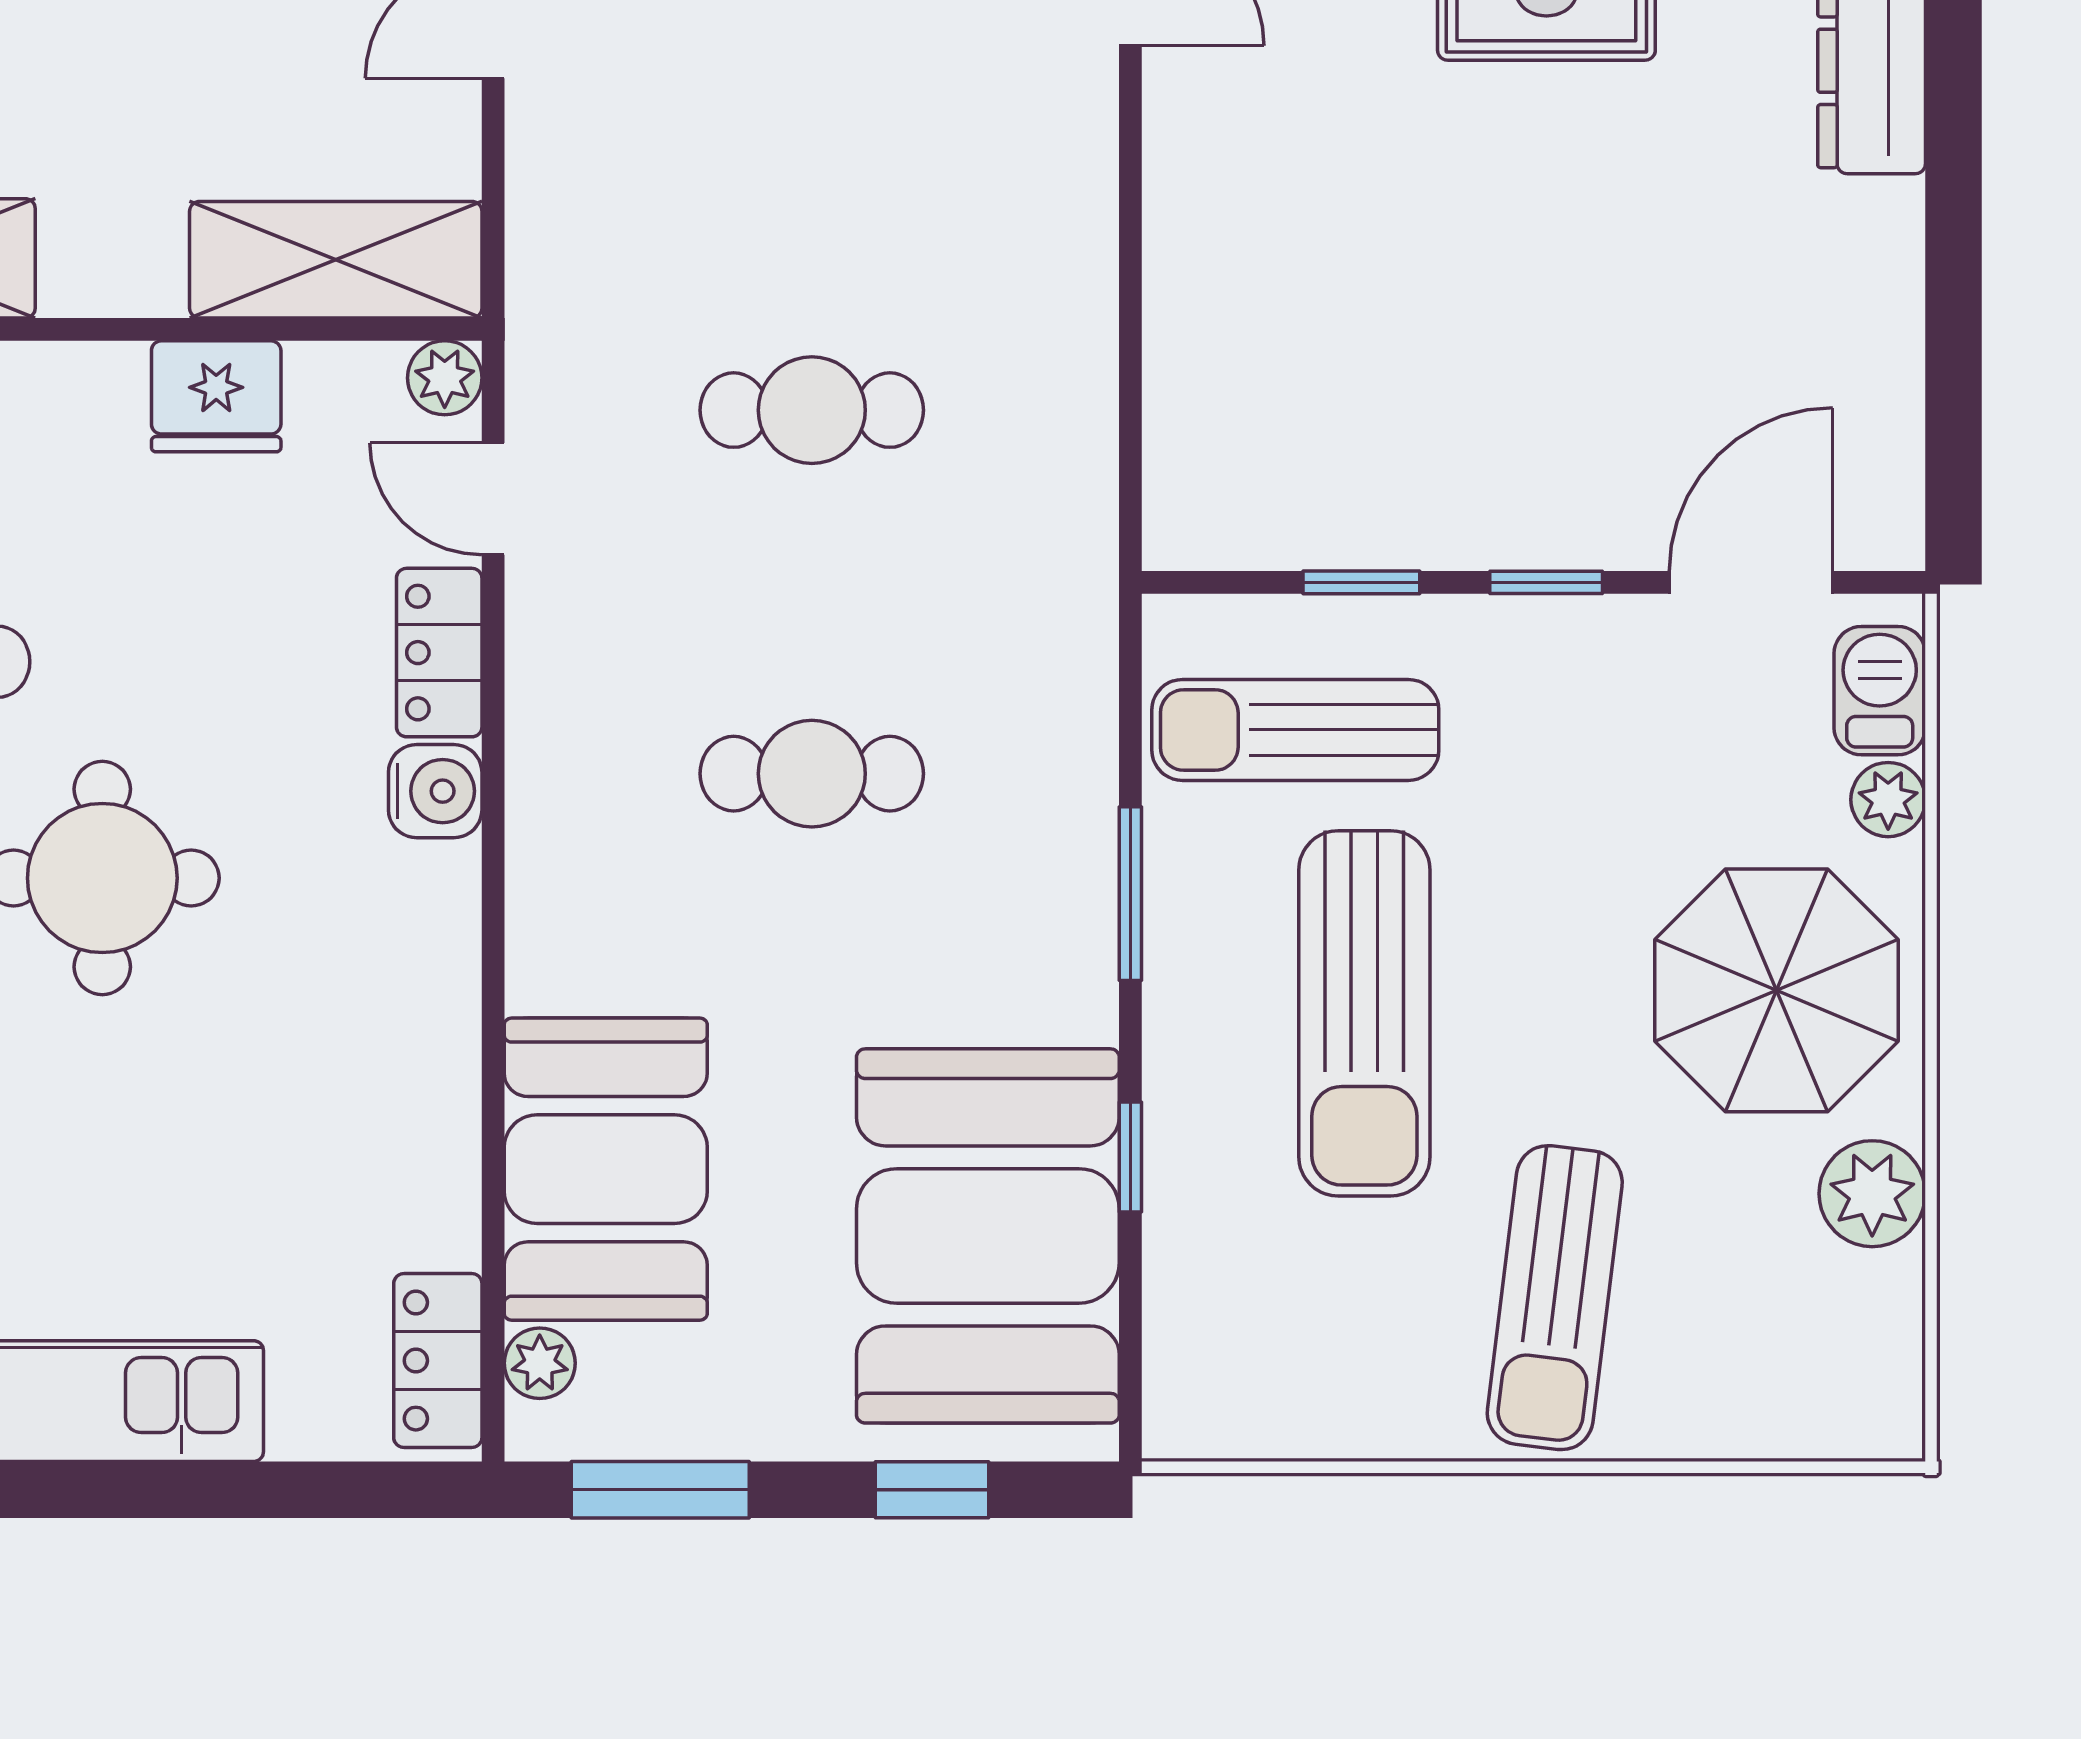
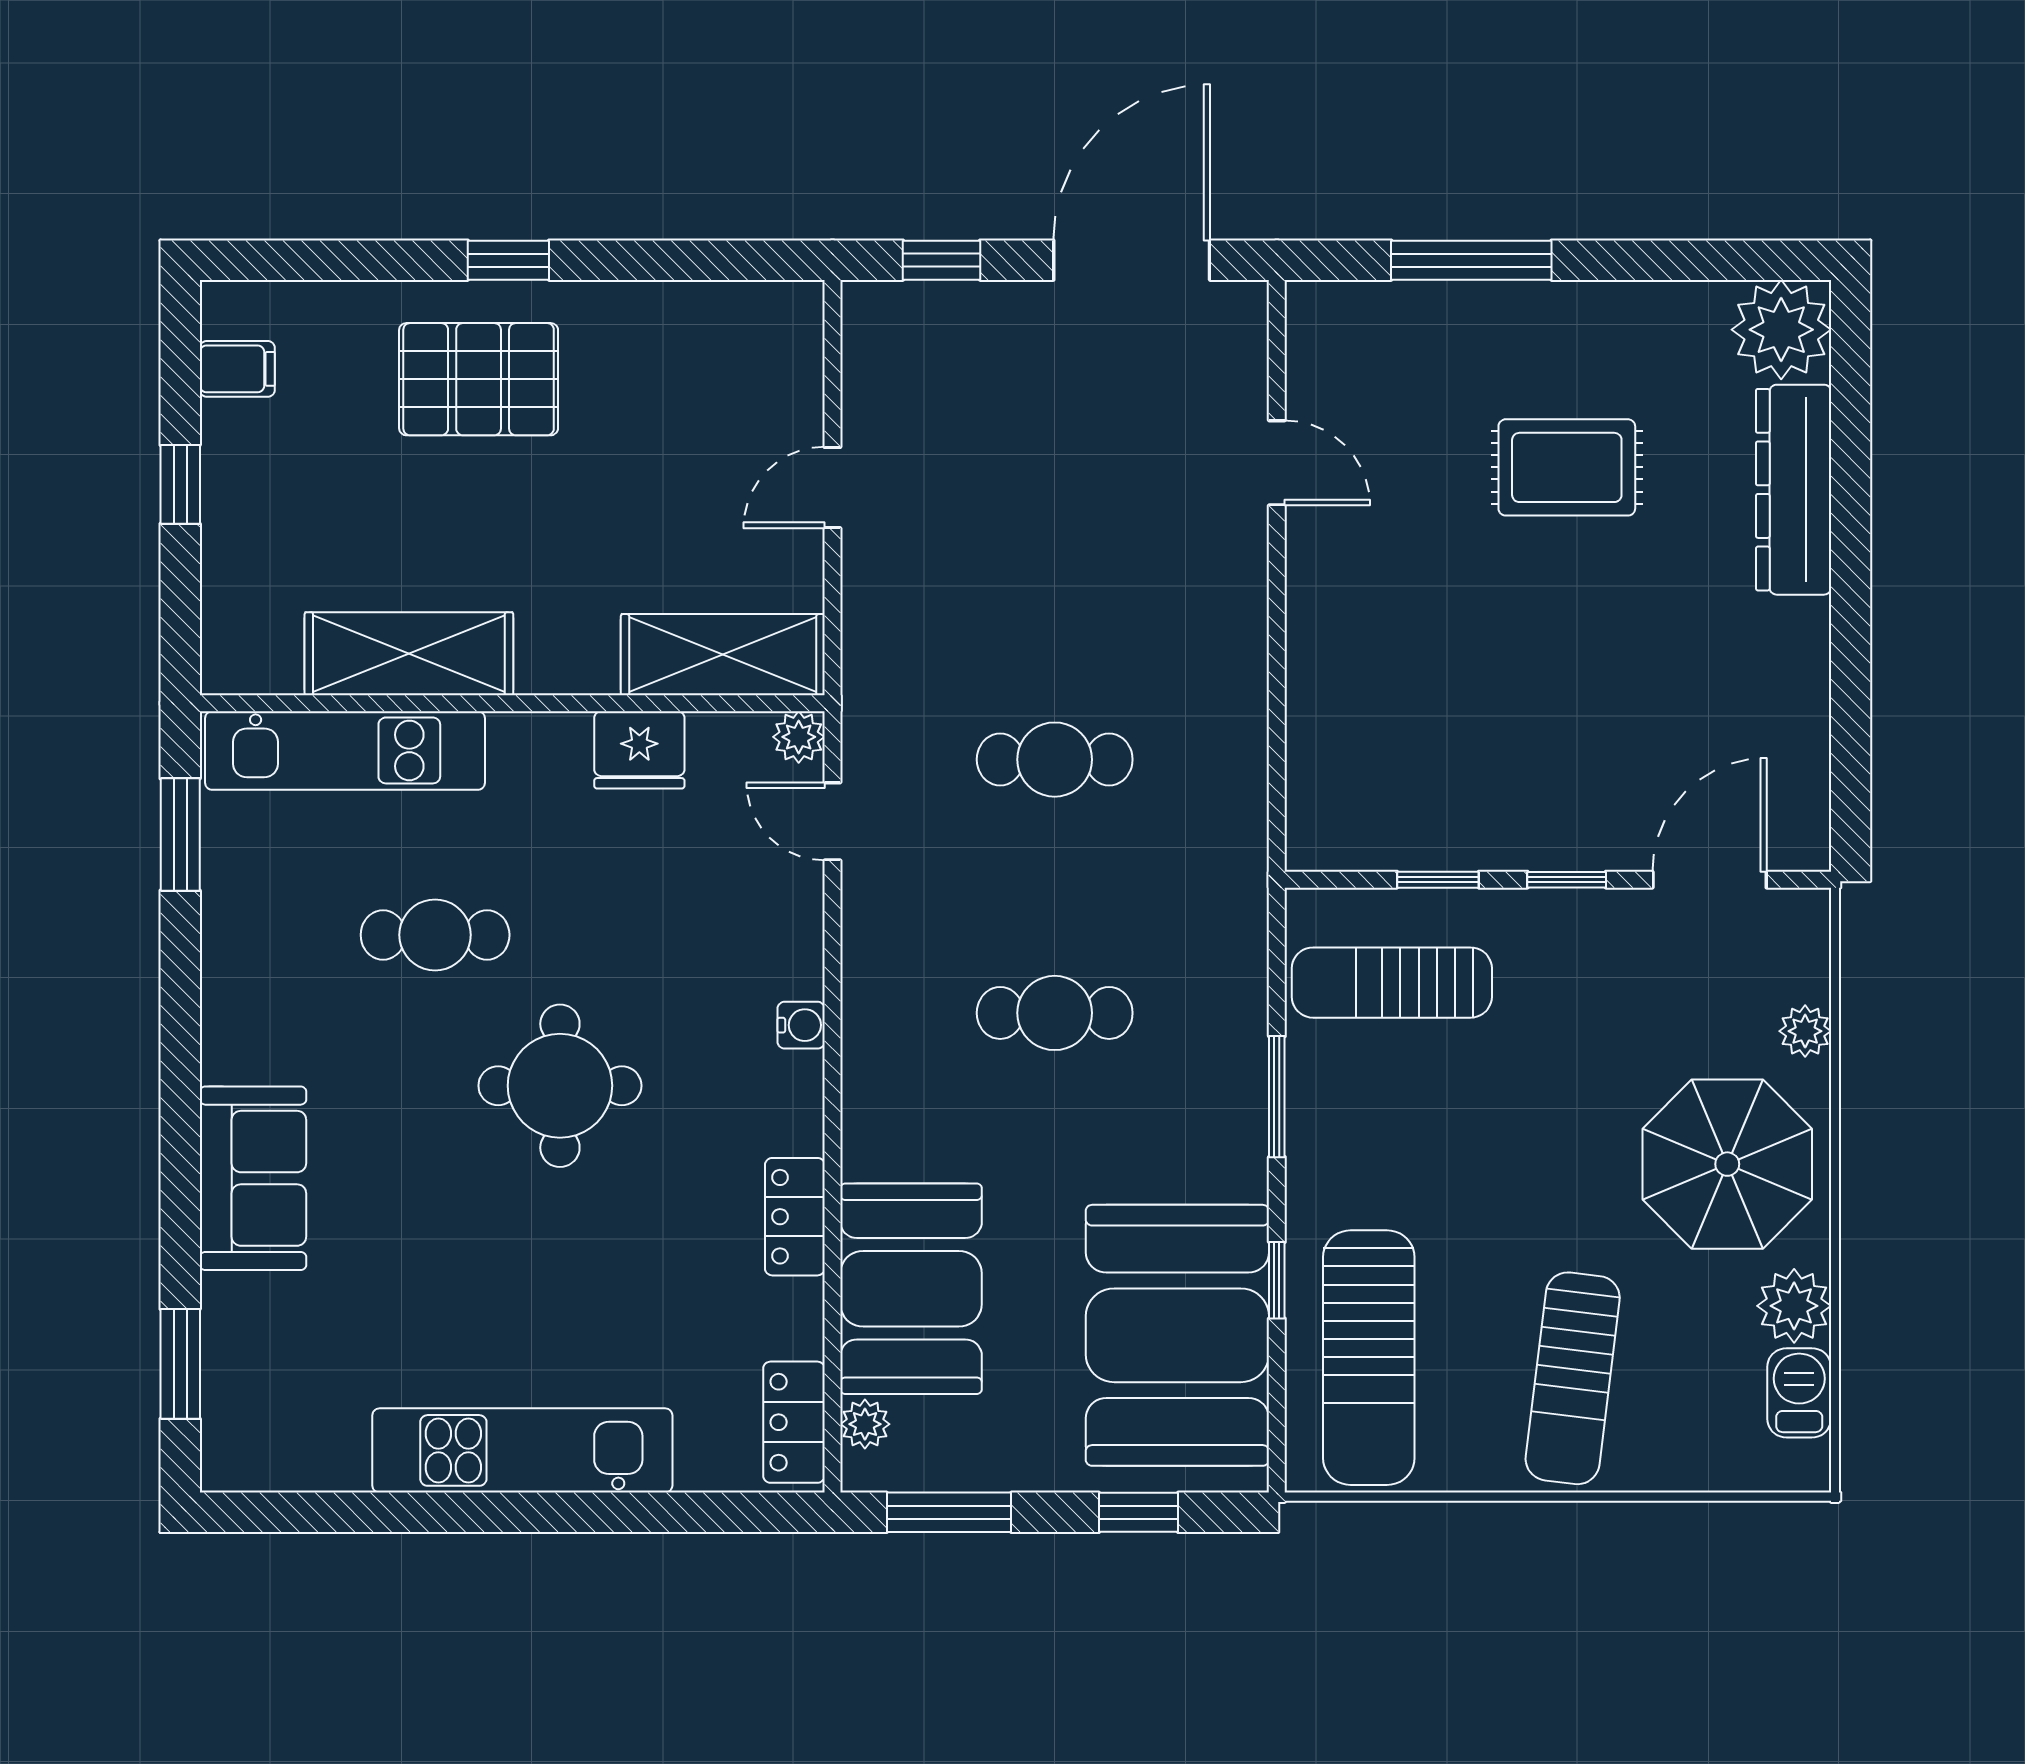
locker: (439, 653) -> (795, 1217), moved
barbecue: (1880, 691) -> (1799, 1393), moved
water cooler: (435, 791) -> (801, 1025), width x0.72, depth x0.72
sun lounger: (1364, 1013) -> (1369, 1358), moved

